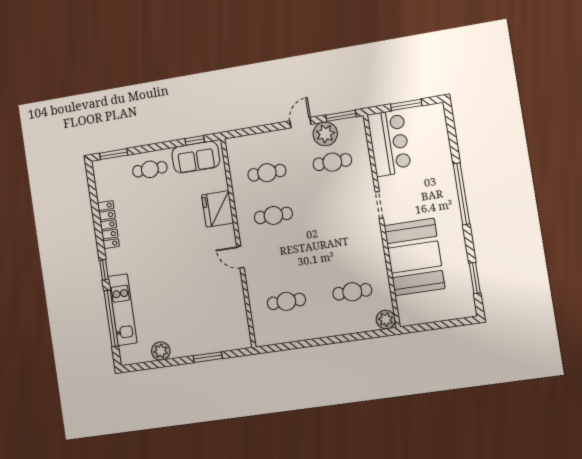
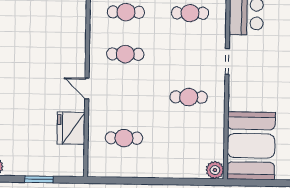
fridge: (218, 209) -> (71, 128), moved
booth: (414, 257) -> (251, 146), moved
cafe table: (352, 292) -> (189, 97), moved

